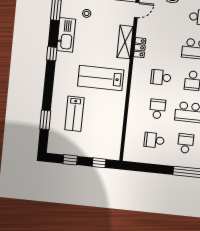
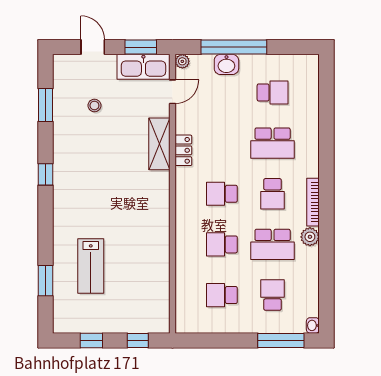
kitchen sink: (66, 35) -> (65, 143), removed
lab bench: (101, 78) -> (127, 205), removed
school desk: (157, 109) -> (222, 244), turned -90

